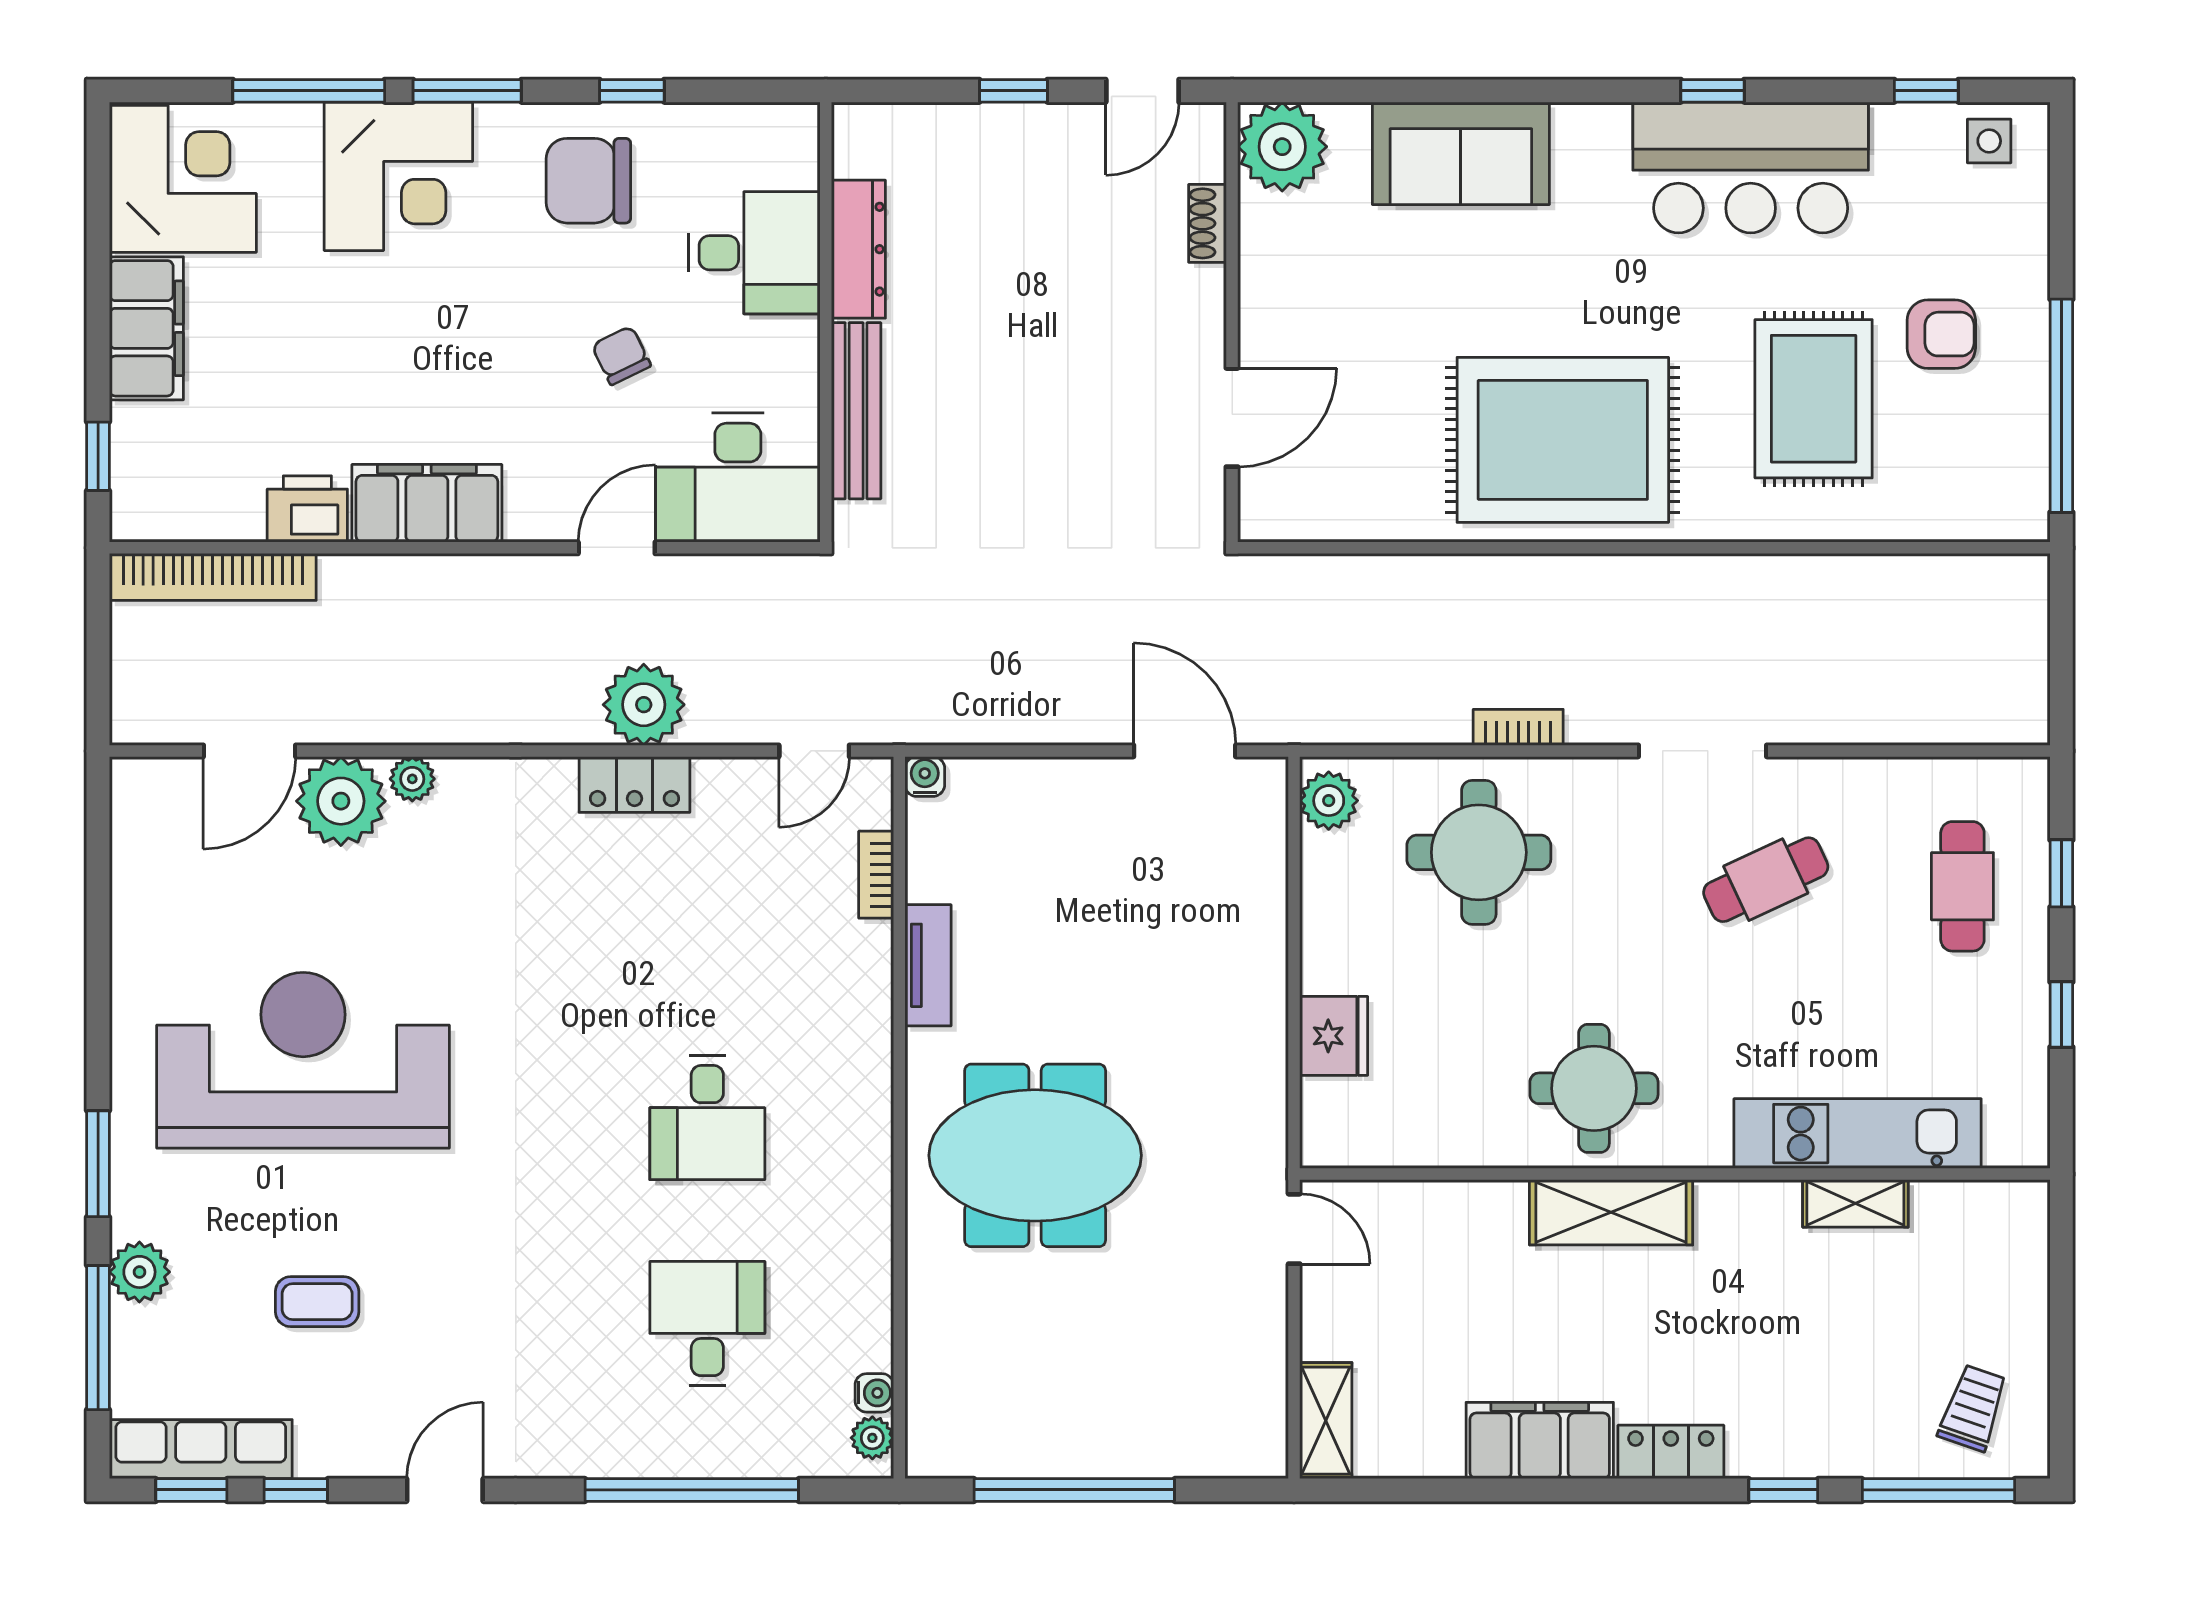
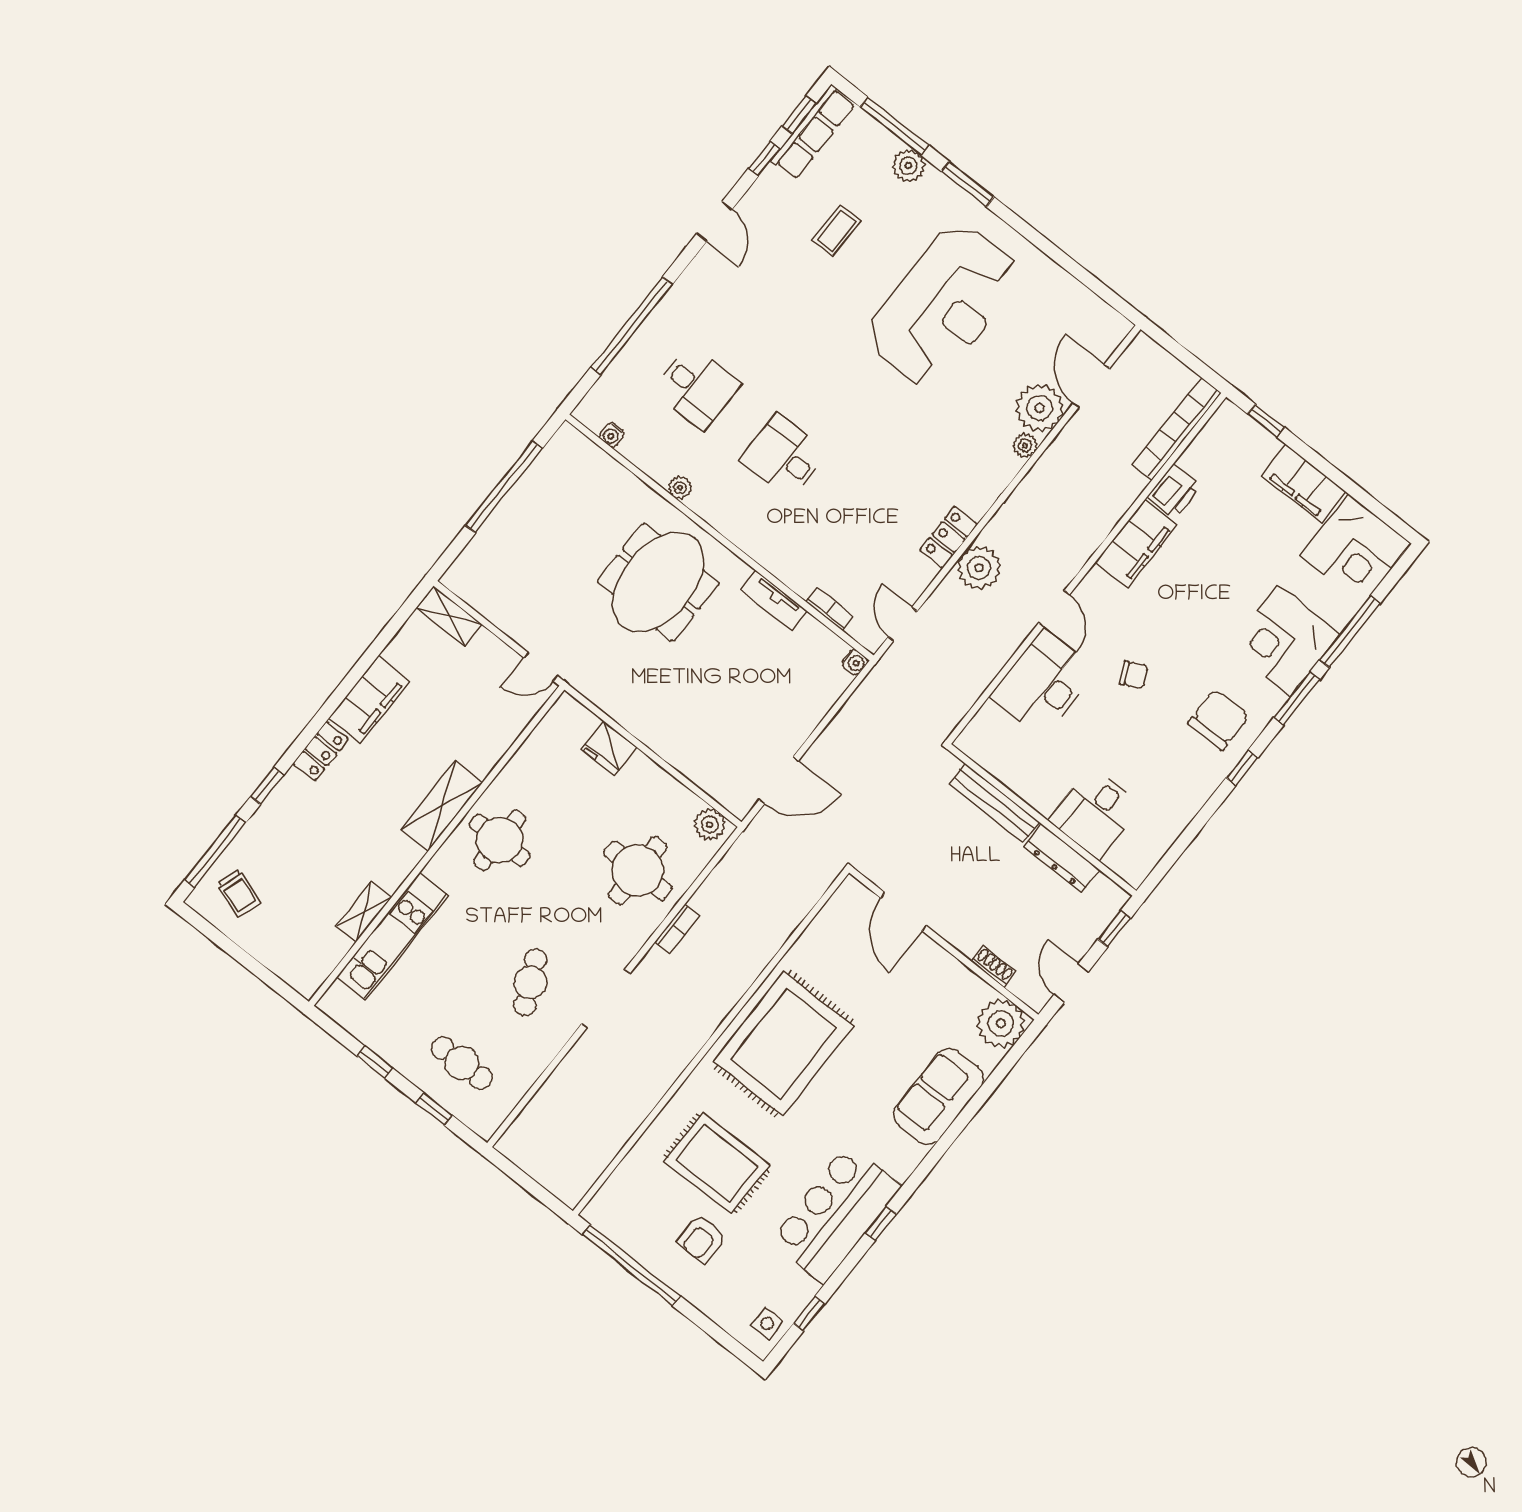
dresser: (858, 249) -> (1062, 858), moved
desk: (754, 253) -> (1095, 813), moved
wall: (826, 322) -> (1042, 820), moved
bench: (856, 411) -> (994, 803), moved
plant: (872, 1438) -> (680, 488), moved

